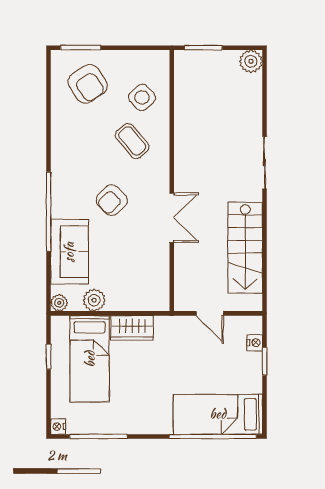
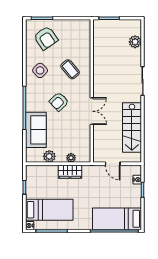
plant: (251, 61) -> (135, 42), moved
side table: (142, 97) -> (40, 70), moved
plant: (59, 303) -> (71, 158), moved
bed: (90, 359) -> (49, 210), moved, turned -90

